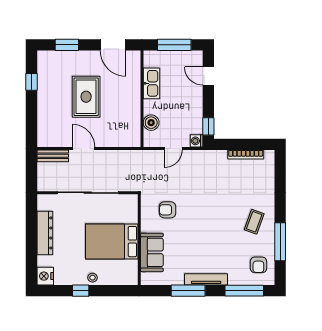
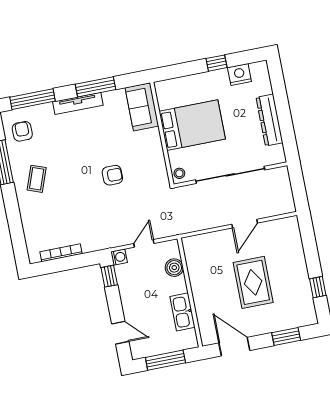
door: (84, 148) -> (245, 224), hinge flipped
bench: (53, 156) -> (278, 209), removed
armchair: (167, 210) -> (112, 175), moved
sofa: (152, 252) -> (142, 107), moved
nightstand: (45, 276) -> (239, 74), moved, turned -90
stool: (93, 278) -> (179, 173), moved

